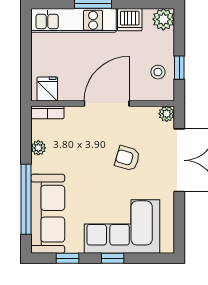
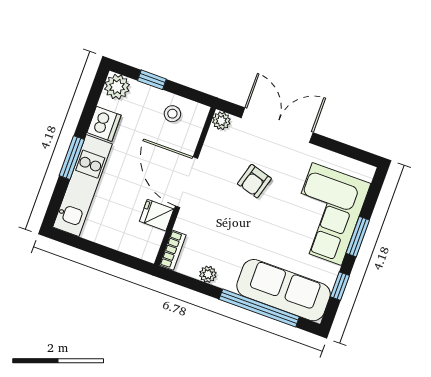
window: (179, 68) -> (152, 80), moved
fridge: (47, 89) -> (157, 215), moved
window: (113, 258) -> (358, 237), width x1.50

